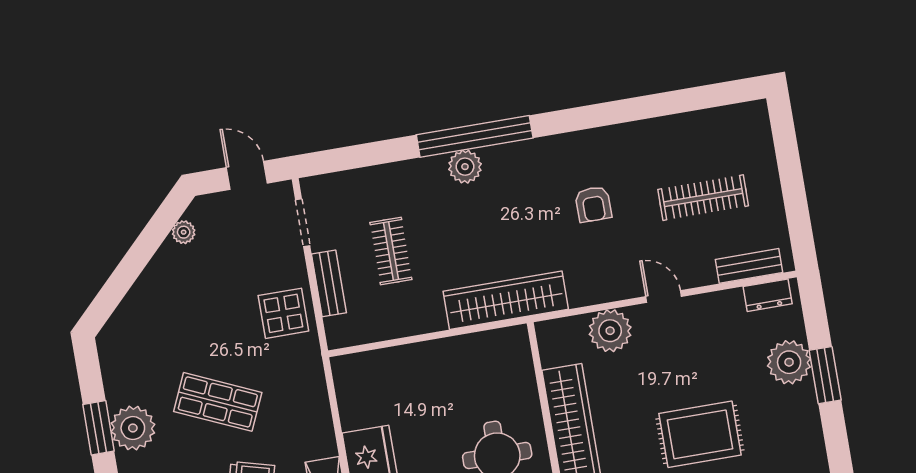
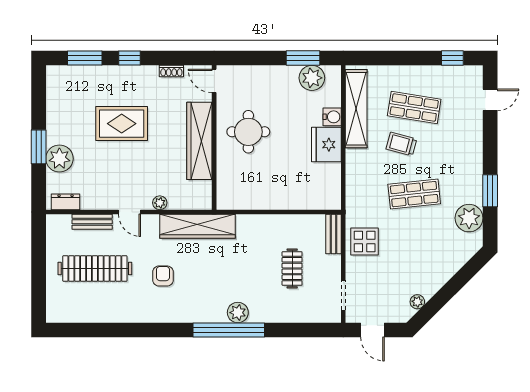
clothes rail: (703, 198) -> (95, 268), width x1.37, depth x1.31
bench: (749, 266) -> (92, 222), moved
bench: (329, 283) -> (334, 234), moved
wardrobe: (506, 300) -> (198, 226), moved
plant: (610, 331) -> (160, 203), width x0.53, depth x0.53
shop shelf: (218, 402) -> (414, 194), turned -30
plant: (133, 428) -> (469, 218), moved

